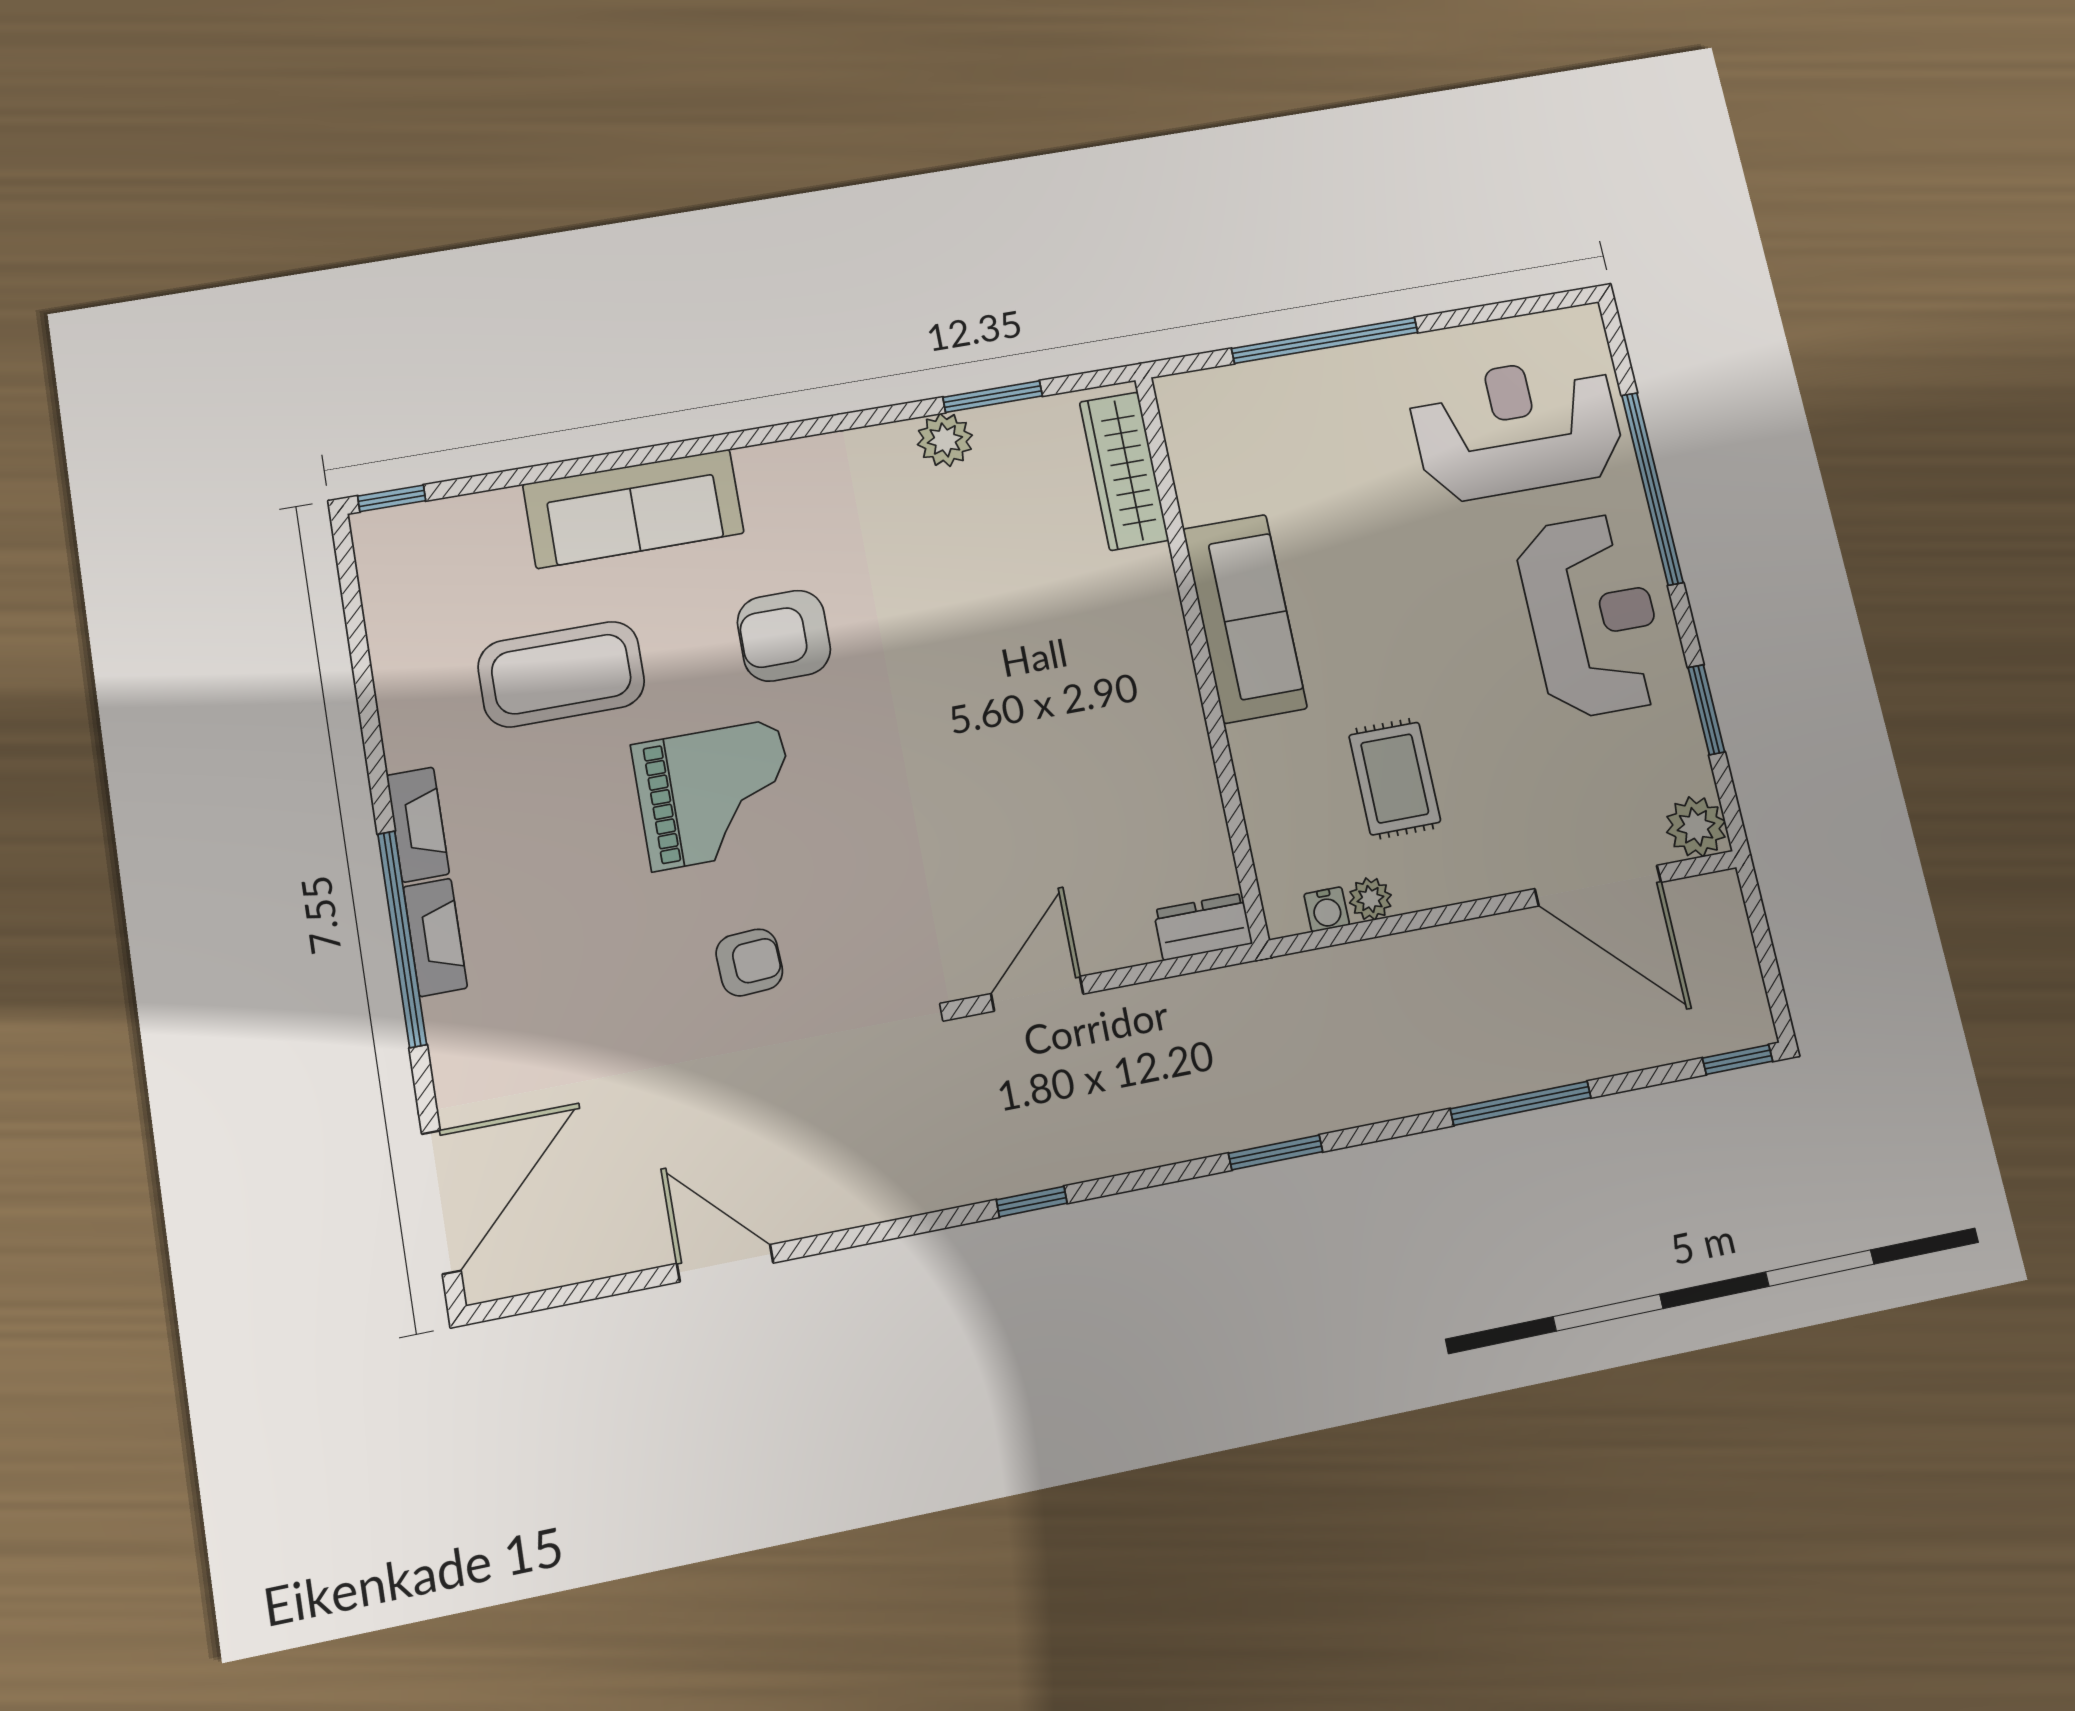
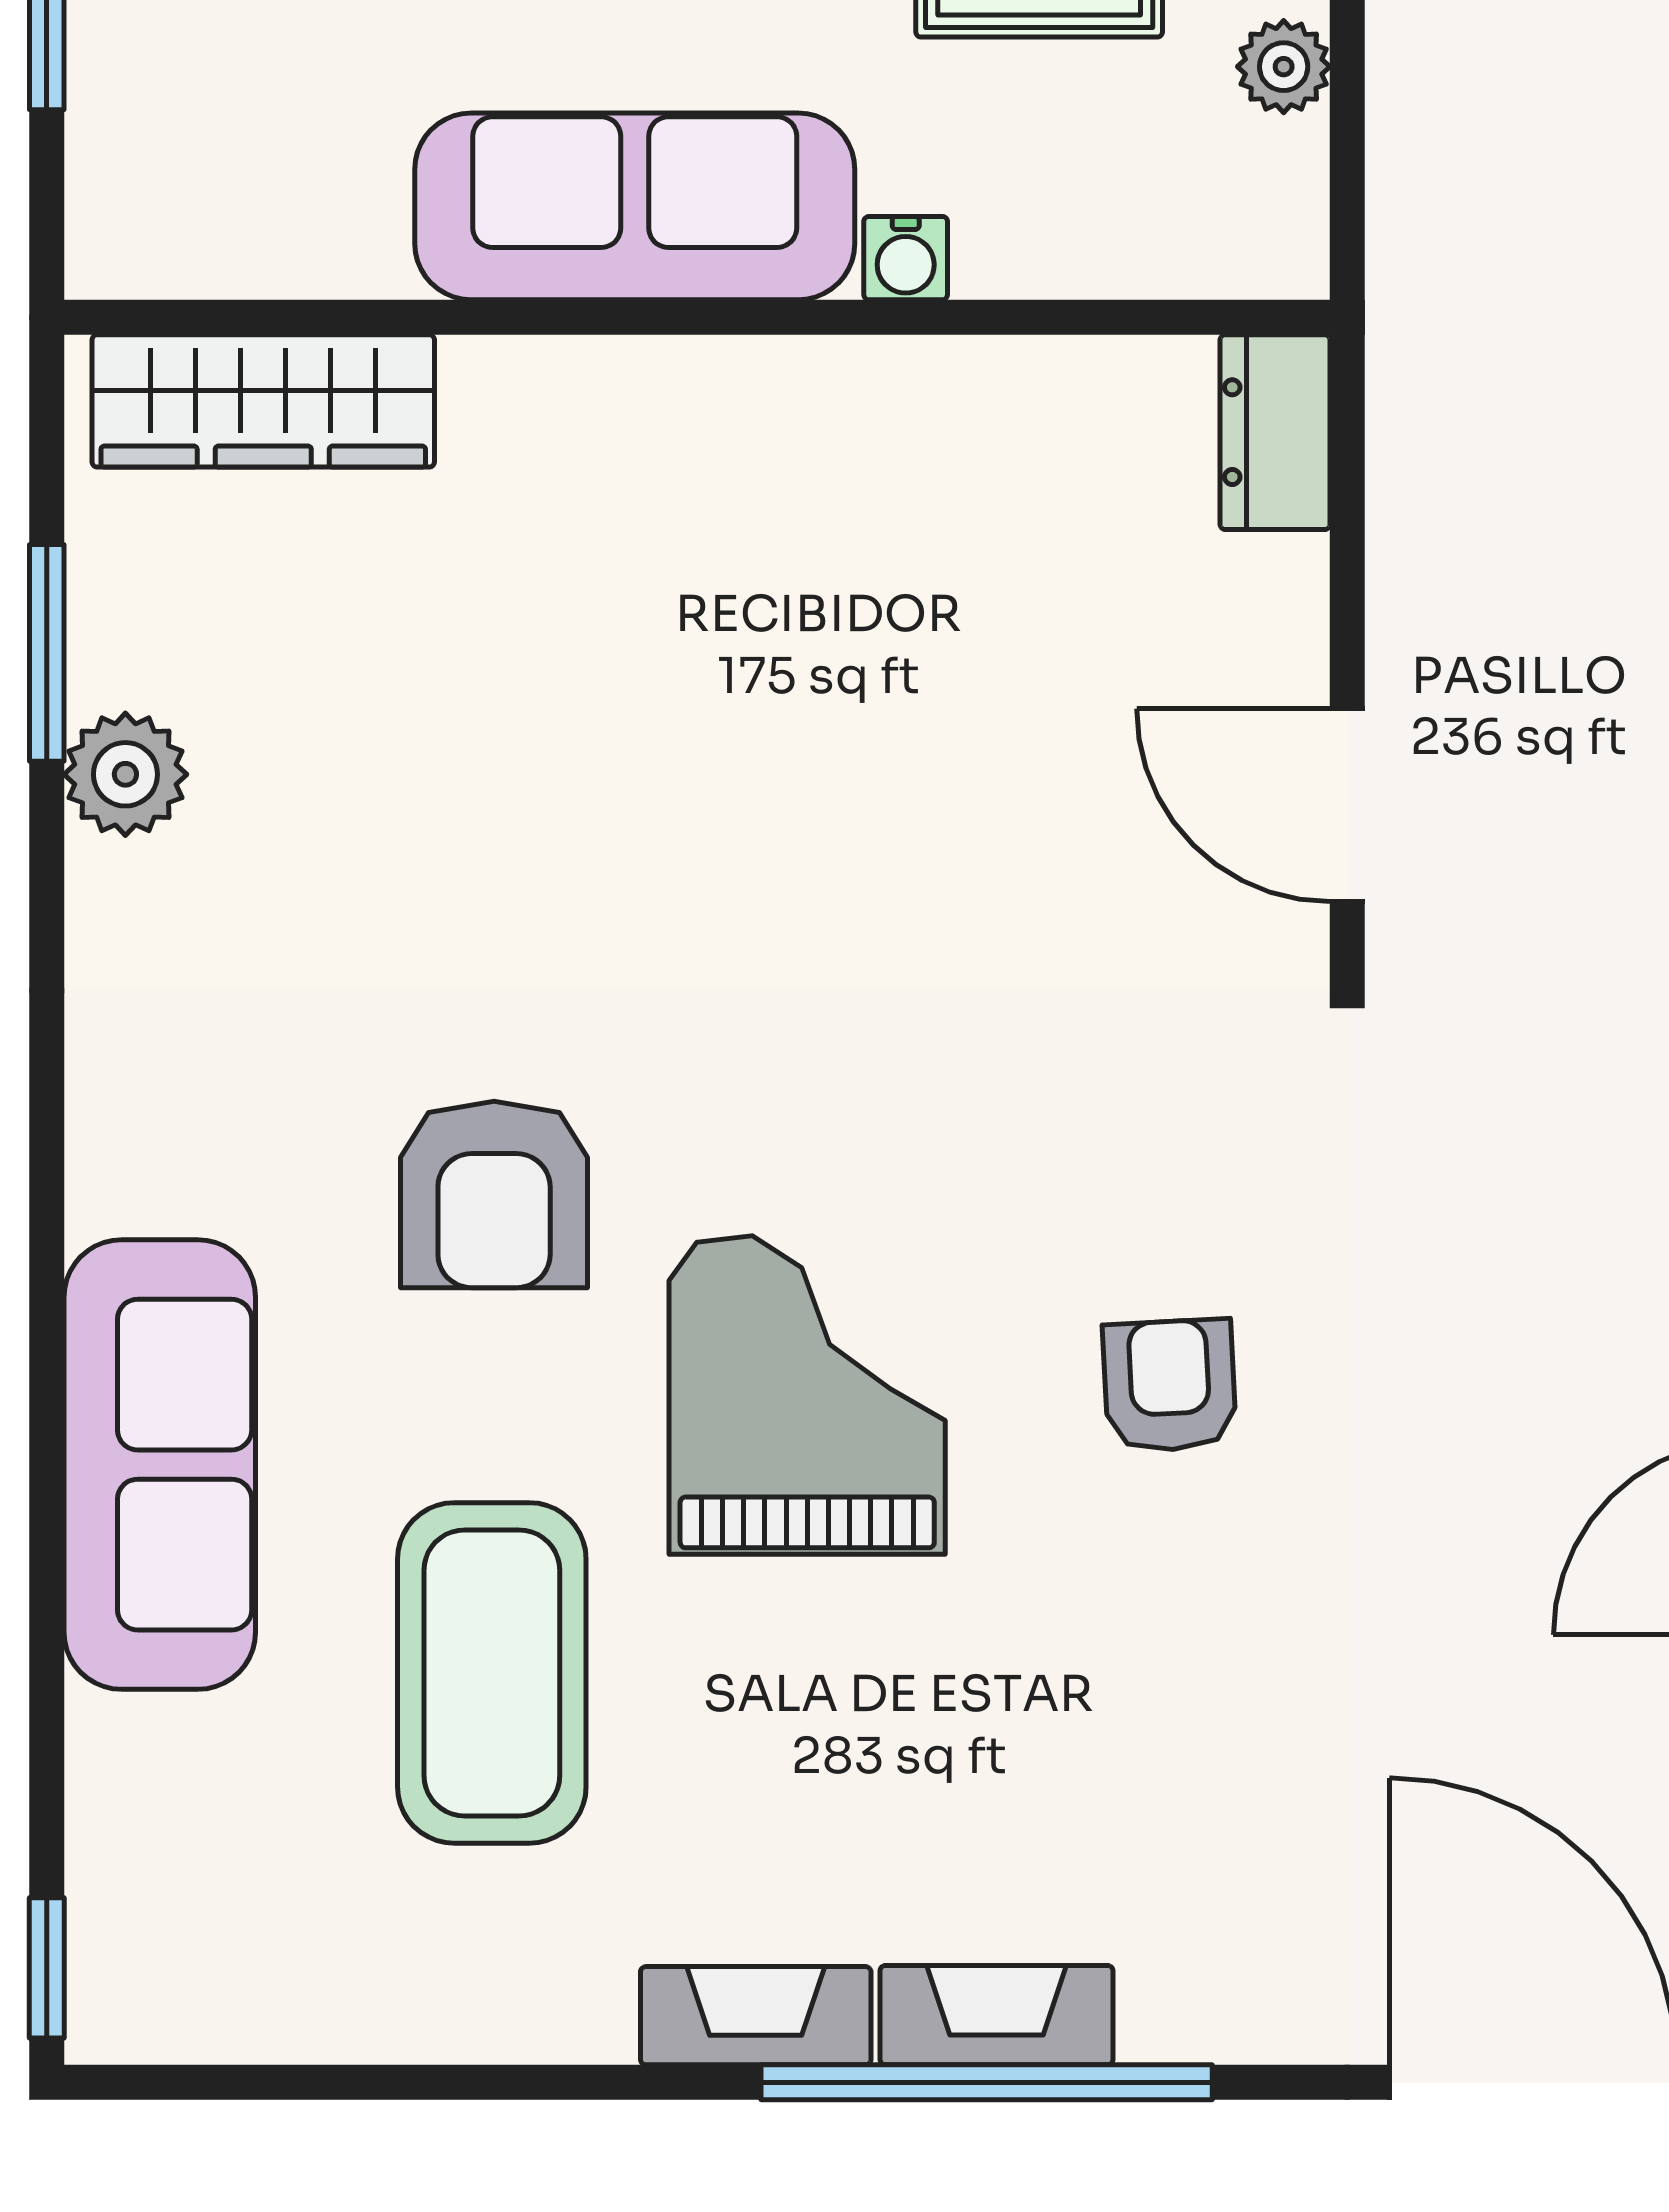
water cooler: (1327, 909) -> (906, 258), moved, turned 90

